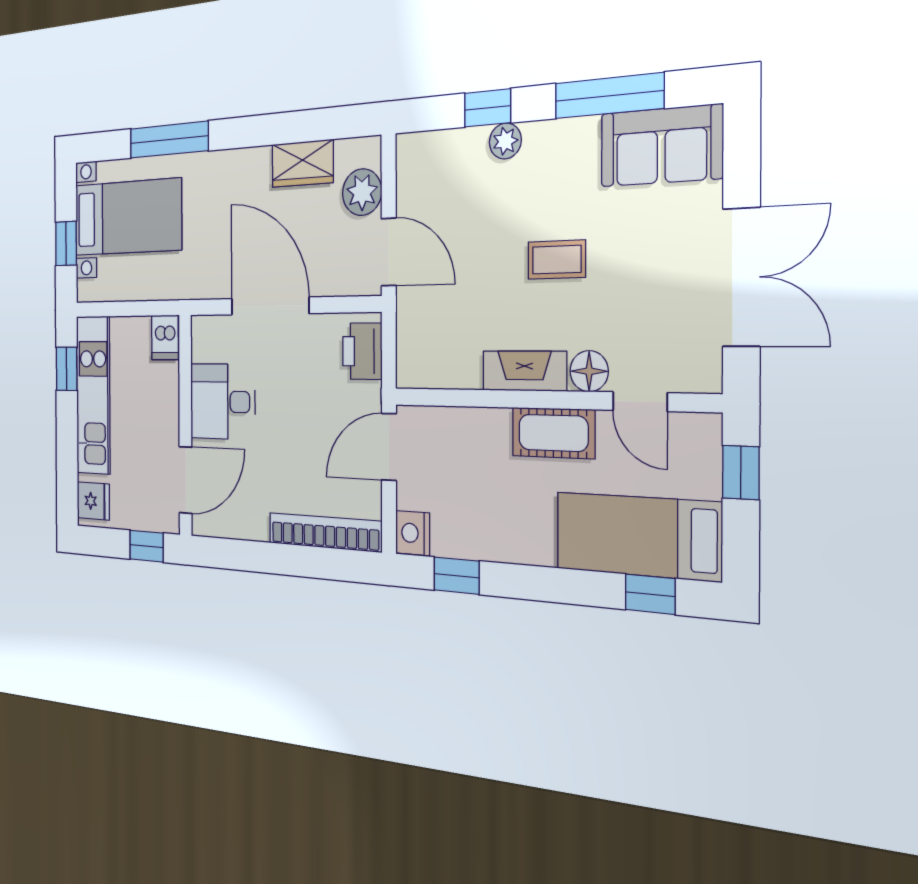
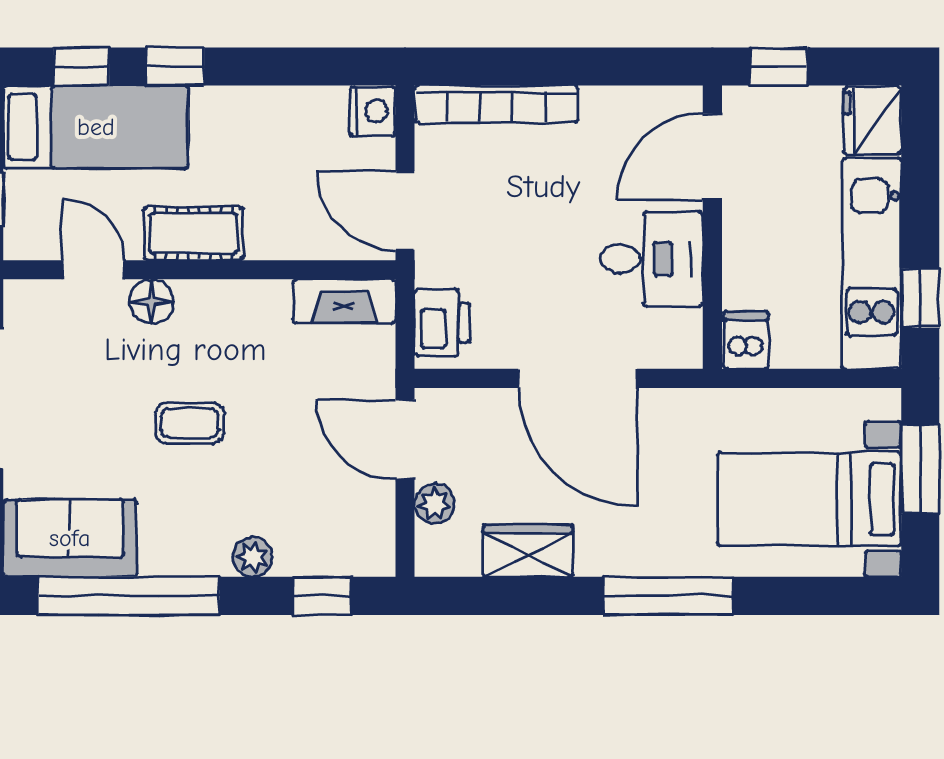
window: (609, 96) -> (129, 596), width x1.46
window: (487, 108) -> (322, 596), moved
window: (169, 140) -> (669, 596), moved
plant: (362, 192) -> (435, 504), width x0.73, depth x0.73
window: (66, 243) -> (920, 469), width x1.50
fireplace: (524, 371) -> (344, 301), moved
door: (389, 447) -> (405, 210), swing flipped
fridge: (93, 501) -> (872, 121), width x1.38
window: (456, 576) -> (175, 66), moved

